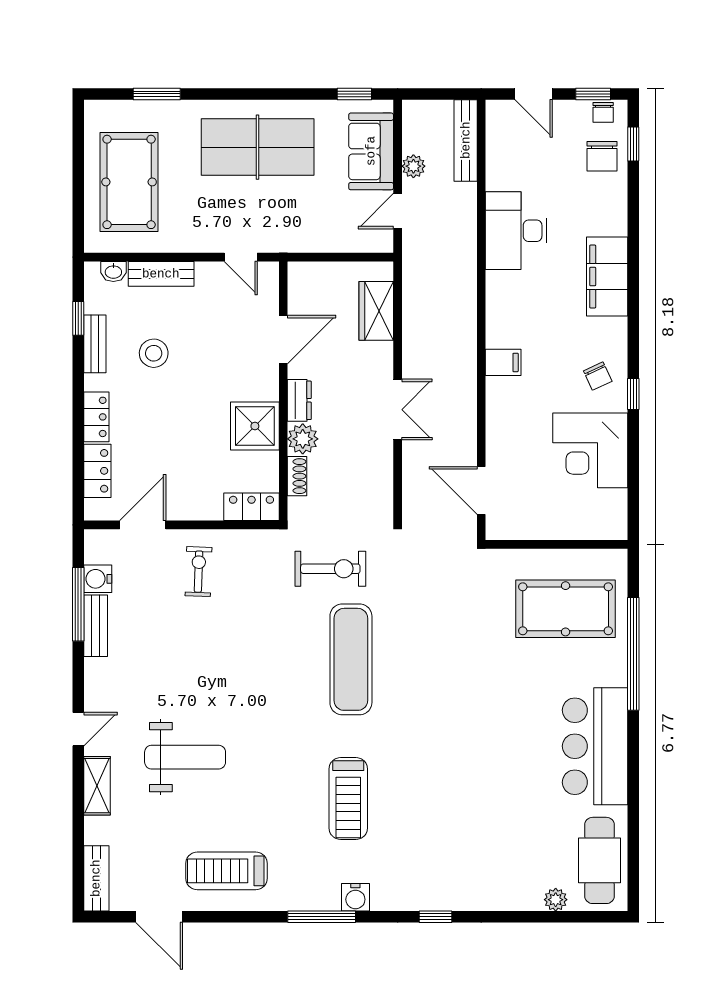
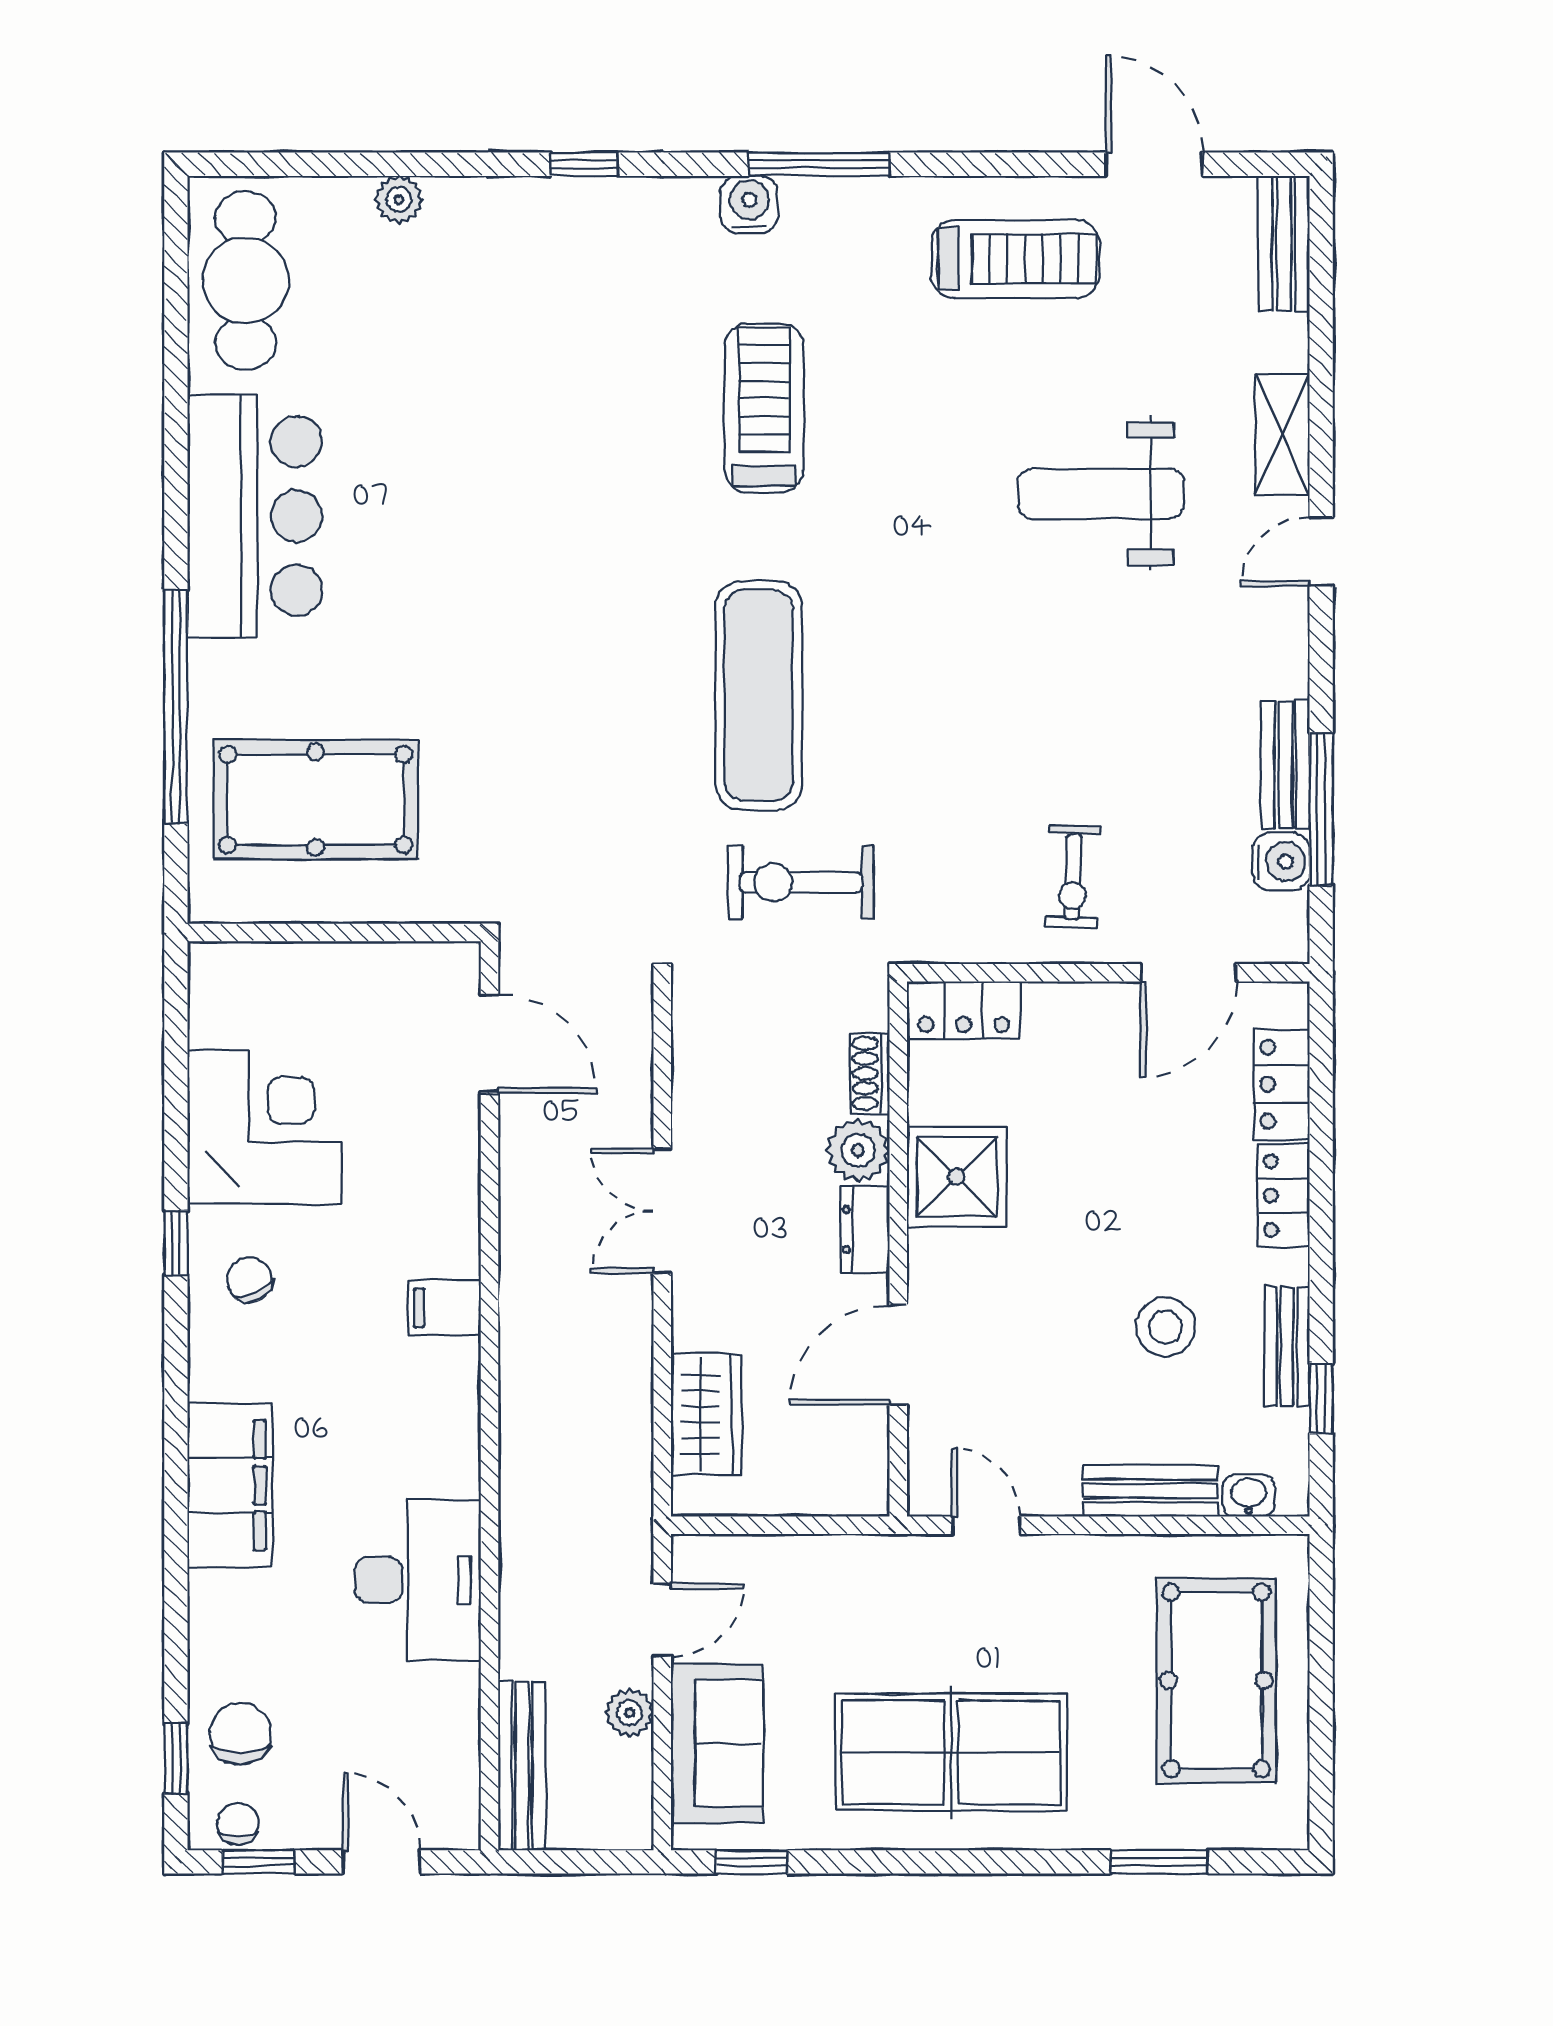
plant: (556, 900) -> (399, 199), moved

